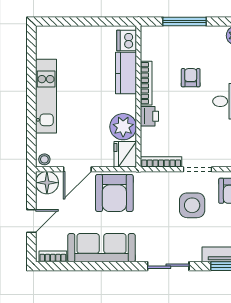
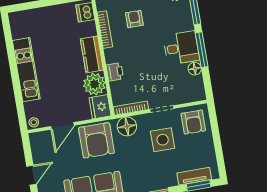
kitchen counter: (126, 73) -> (92, 54), moved
armchair: (191, 78) -> (134, 19), moved
bookcase: (146, 83) -> (105, 30), moved
floor lamp: (47, 183) -> (127, 126), moved

